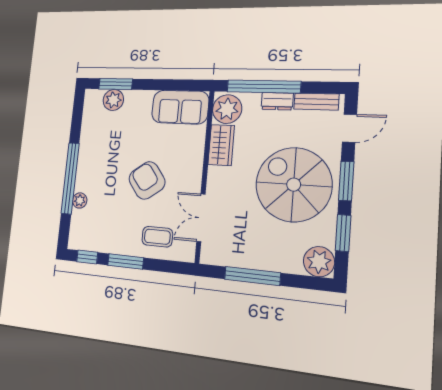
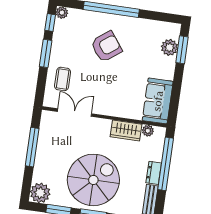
plant: (227, 109) -> (148, 131), width x0.53, depth x0.53
armchair: (147, 180) -> (106, 47), moved
plant: (80, 200) -> (62, 13), moved

